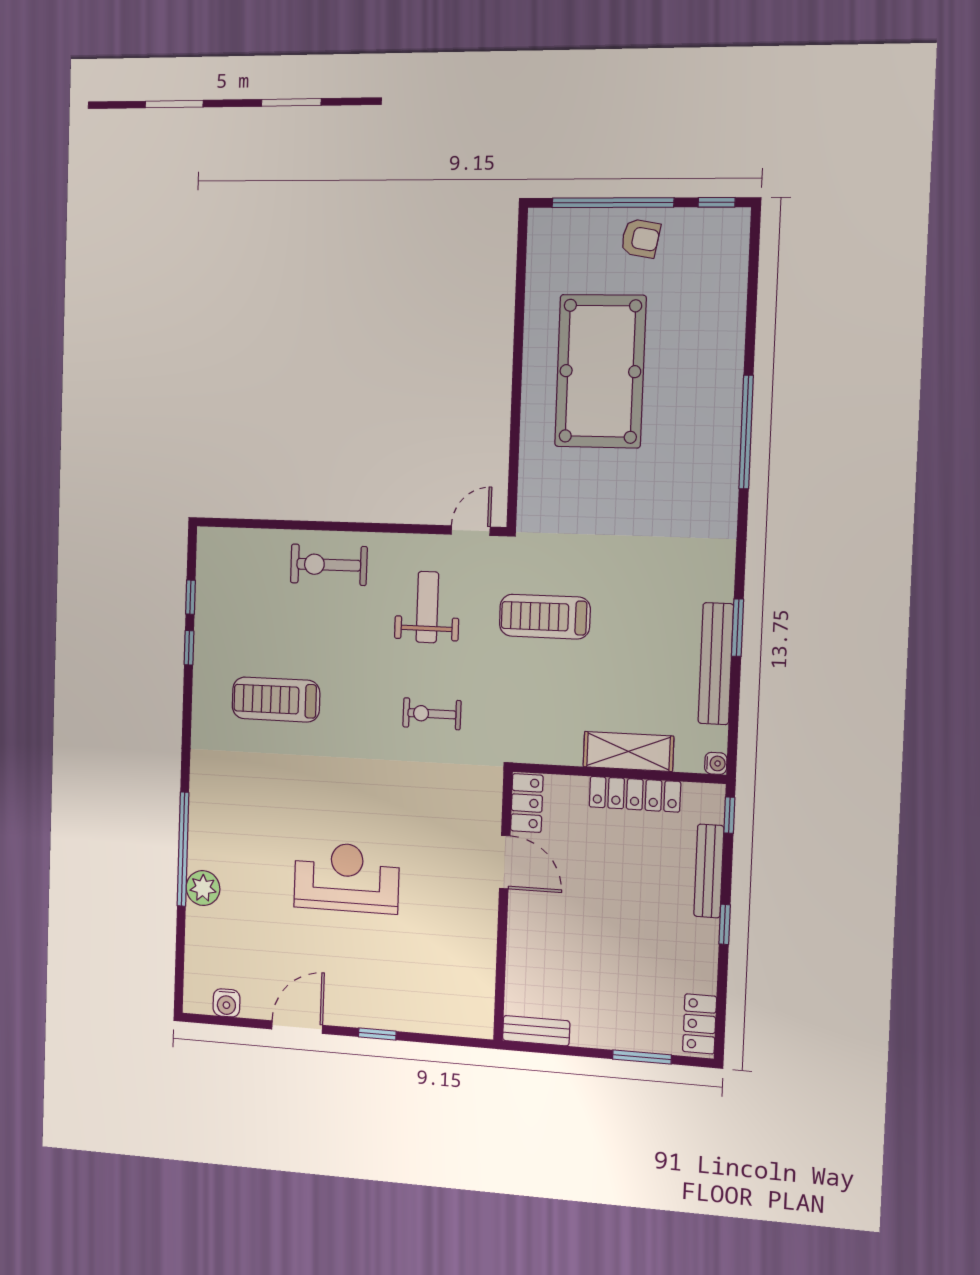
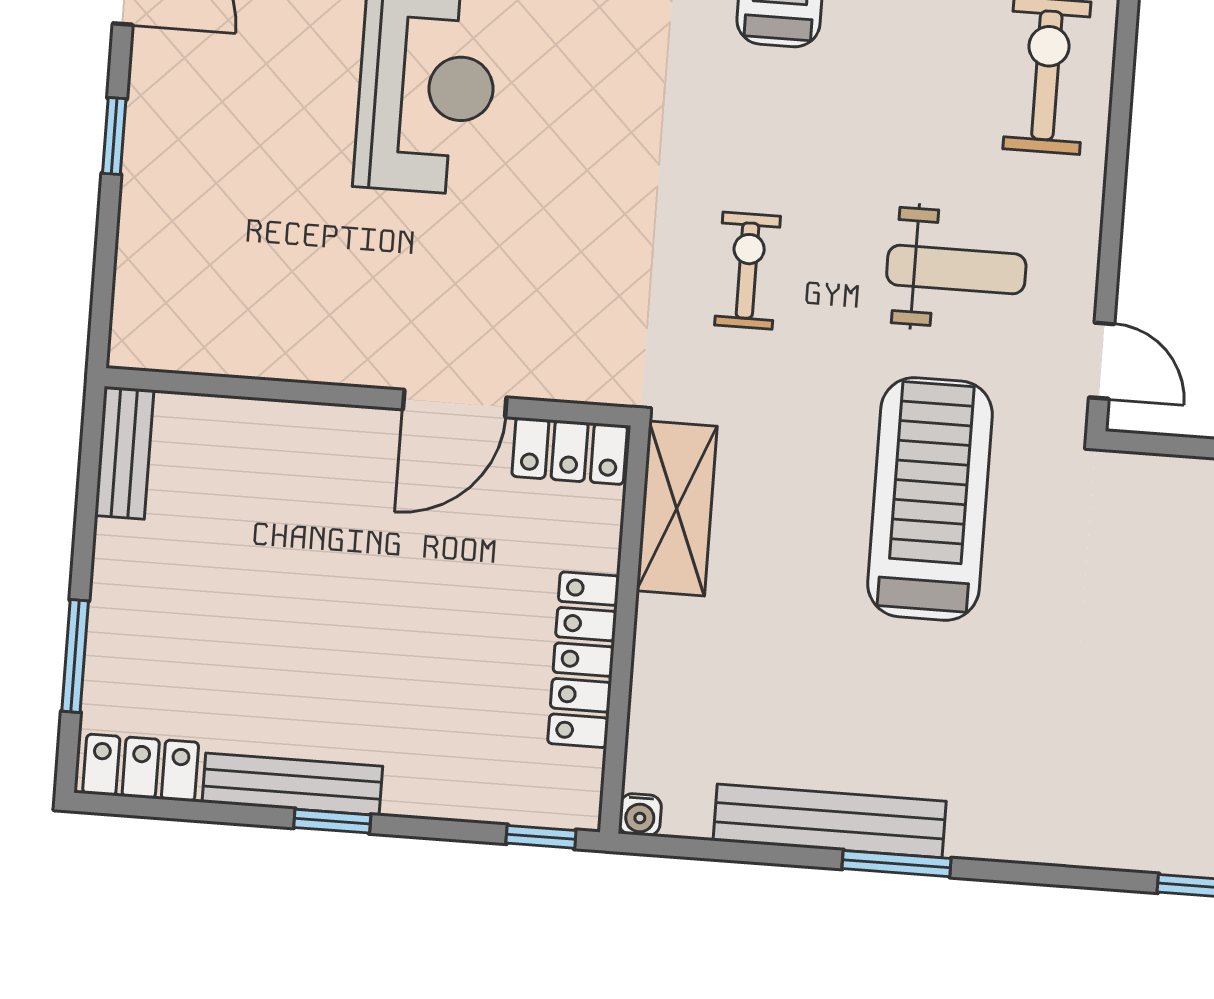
treadmill: (545, 617) -> (930, 499), width x1.37, depth x1.37
shelving: (628, 751) -> (677, 508), moved
bench: (709, 871) -> (292, 784), moved

